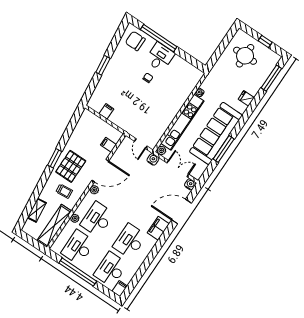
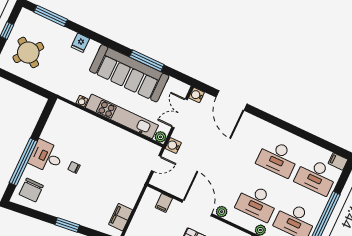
round table: (245, 56) -> (28, 52), turned 37
filing cabinet: (106, 111) -> (121, 217), width x2.00
filing cabinet: (158, 228) -> (257, 126), removed

